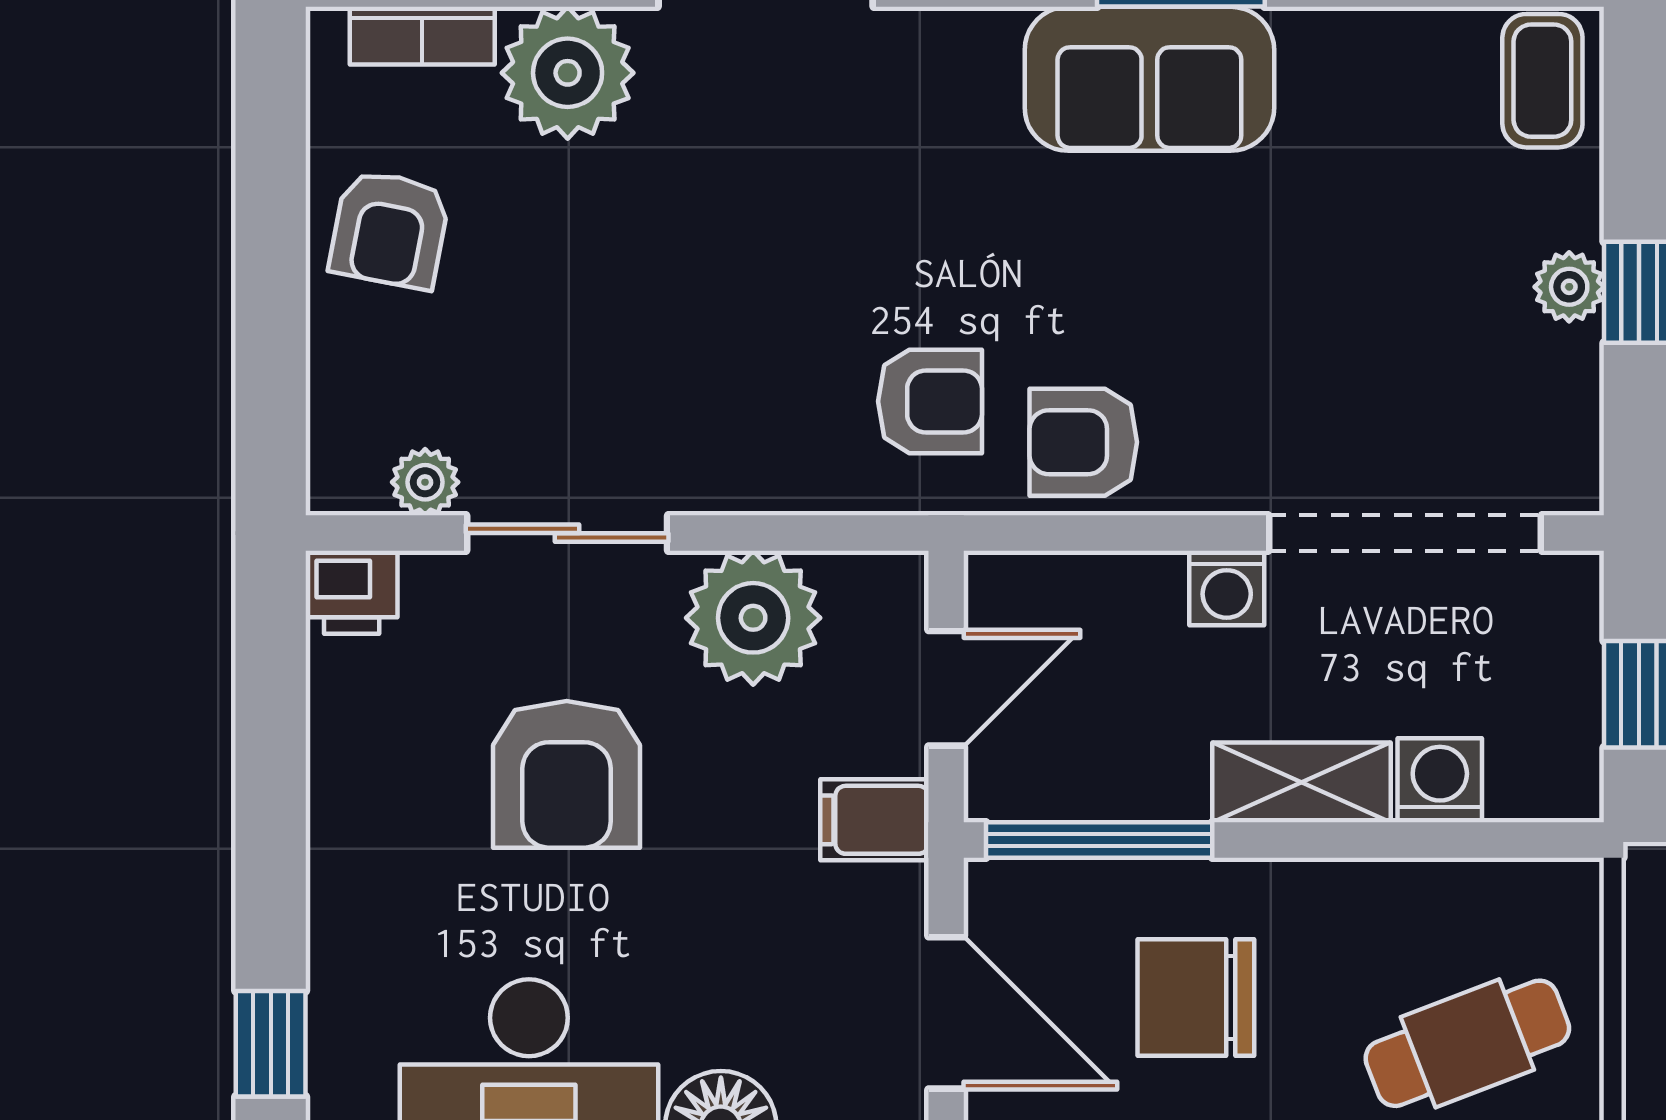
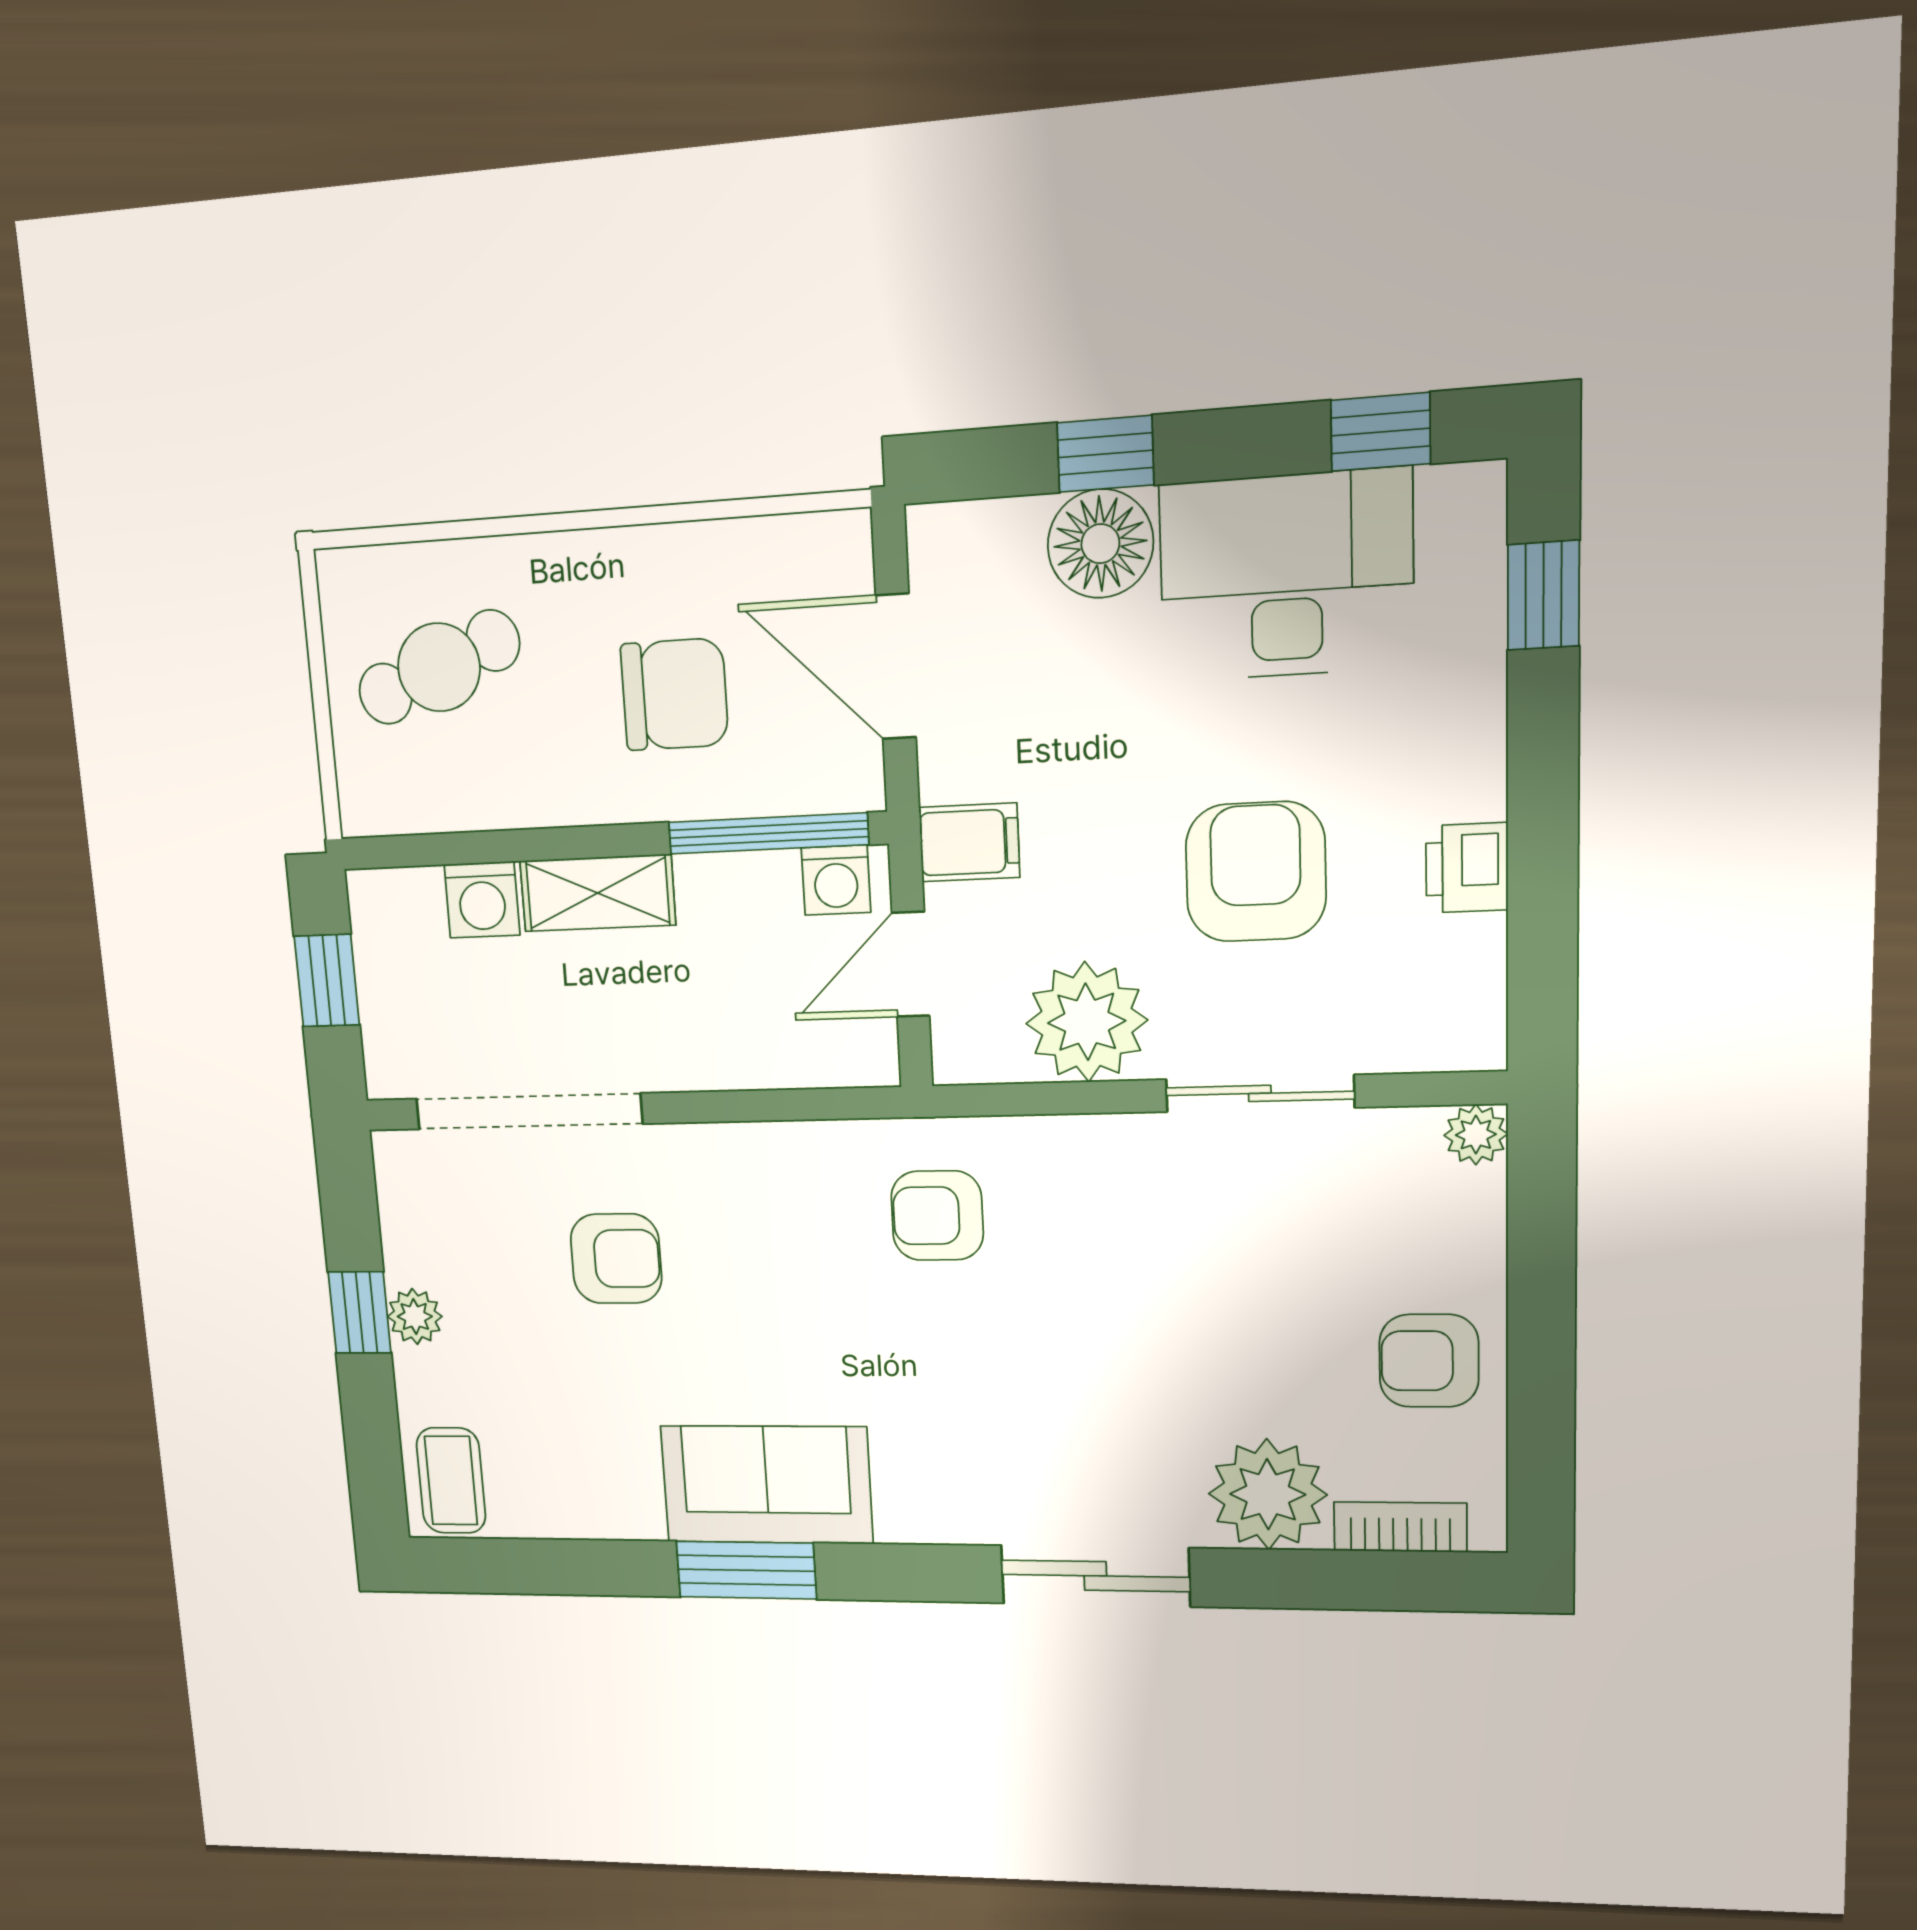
armchair: (390, 229) -> (1429, 1361), turned -101
armchair: (1083, 442) -> (616, 1259), moved
plant: (425, 482) -> (1476, 1135), moved
washing machine: (1227, 588) -> (836, 880), moved, turned 180
printer: (352, 592) -> (1467, 868), moved, turned -90

